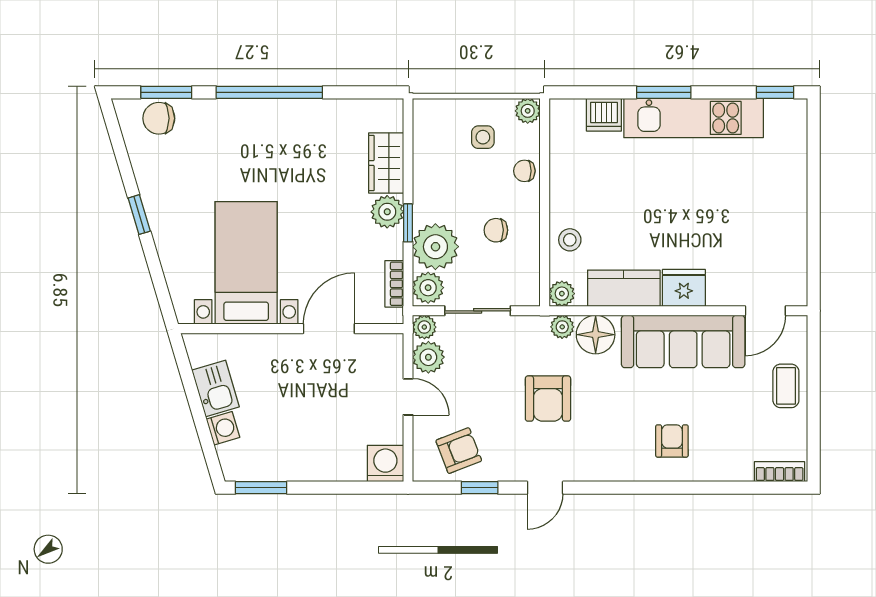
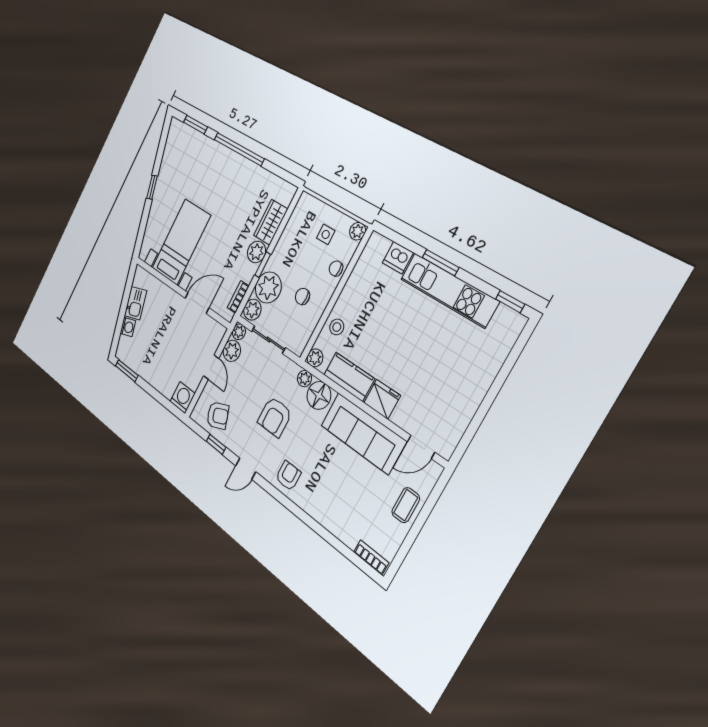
chair: (159, 118) -> (185, 138), removed
armchair: (672, 441) -> (288, 476), moved

